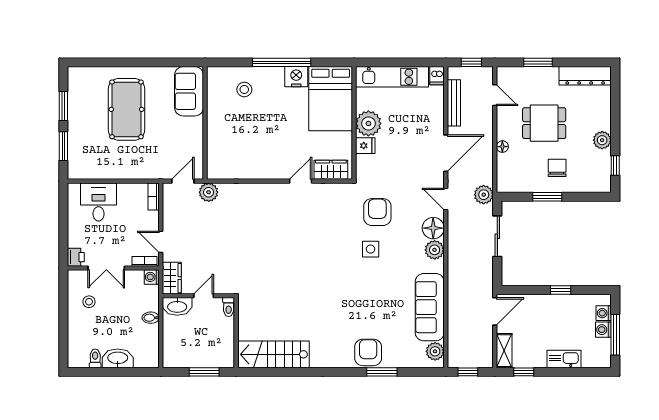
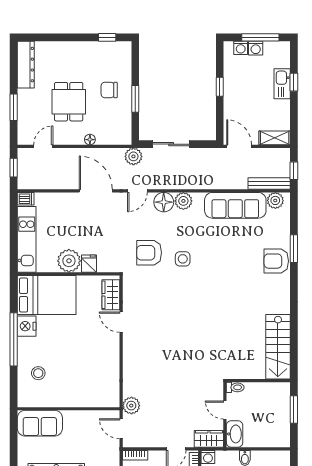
bench: (454, 103) -> (269, 183), moved
plant: (602, 140) -> (84, 49), removed
window: (524, 372) -> (294, 82), moved

